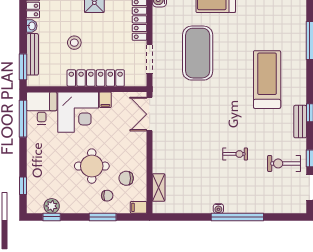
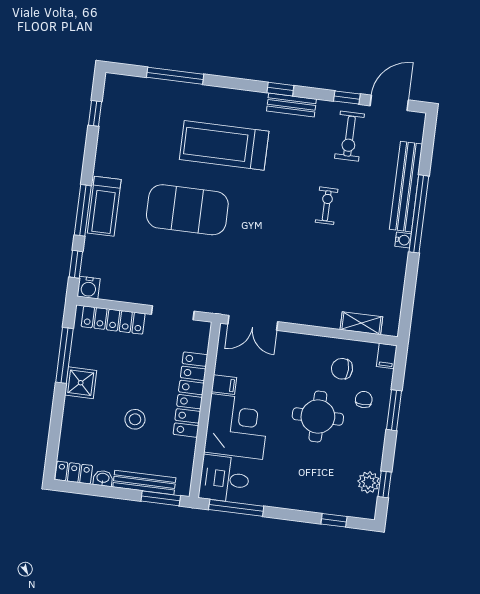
exercise mat: (198, 53) -> (187, 210), moved
chair: (126, 178) -> (342, 369), turned 90
bench: (255, 206) -> (406, 187), added

